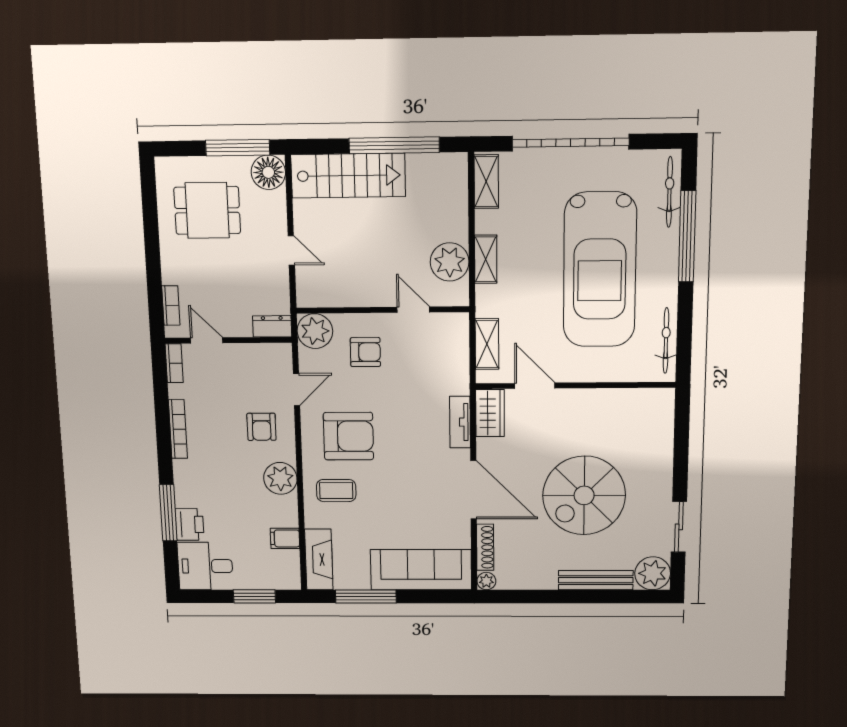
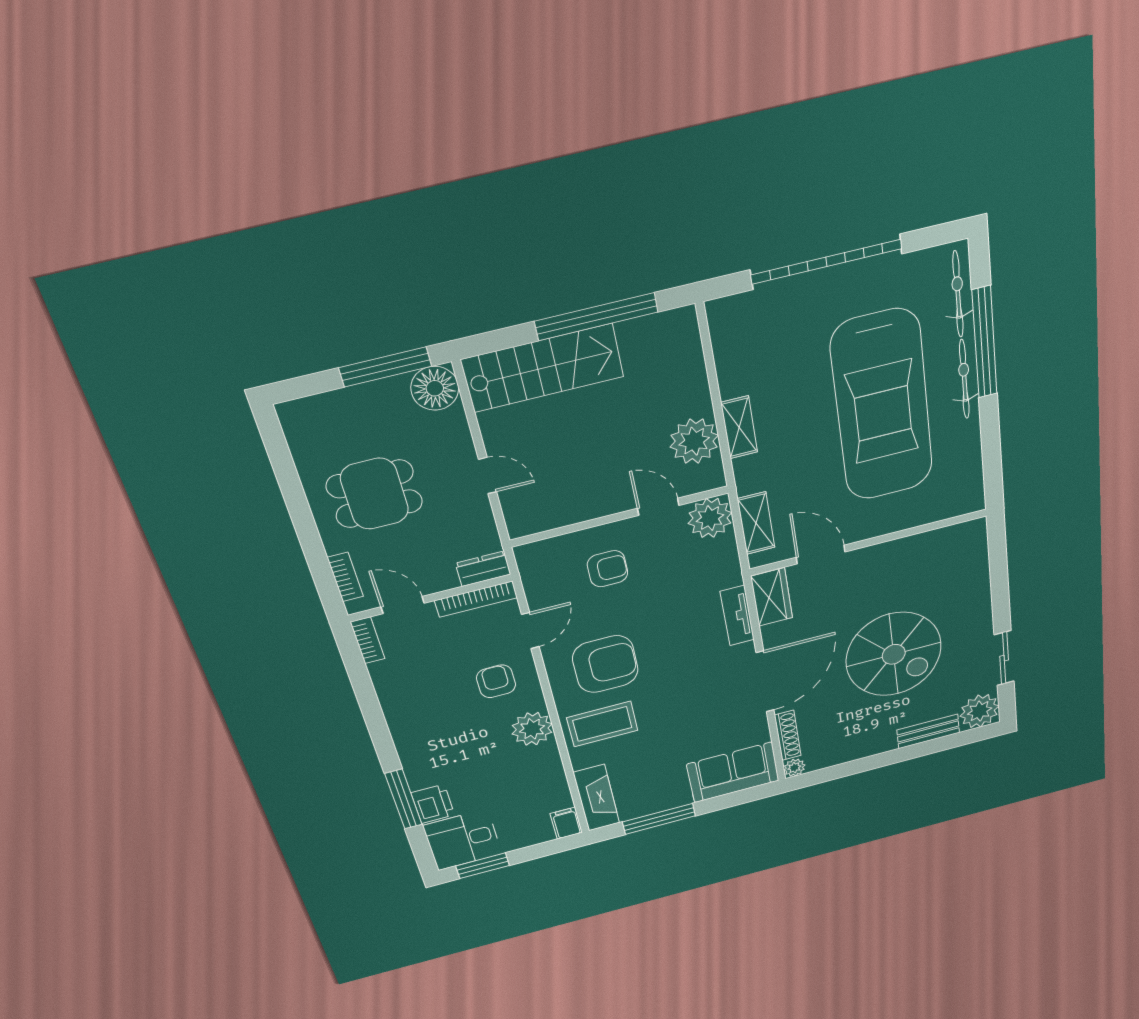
shelving: (486, 182) -> (725, 334), removed
dining table: (207, 210) -> (374, 494), moved
plant: (315, 331) -> (710, 518), moved
bicycle: (666, 340) -> (964, 379), moved
armchair: (262, 427) -> (496, 681), turned 180
bookcase: (178, 429) -> (476, 599), moved, turned 90
door: (474, 490) -> (765, 682), hinge flipped
coffee table: (336, 491) -> (602, 724), width x1.36, depth x1.30
spiral stairs: (584, 495) -> (894, 654), turned -90
filing cabinet: (285, 538) -> (566, 823), moved, turned 90
sofa: (421, 570) -> (733, 772), width x0.73
bench: (596, 580) -> (928, 731), width x0.73
window: (254, 596) -> (483, 866), moved

